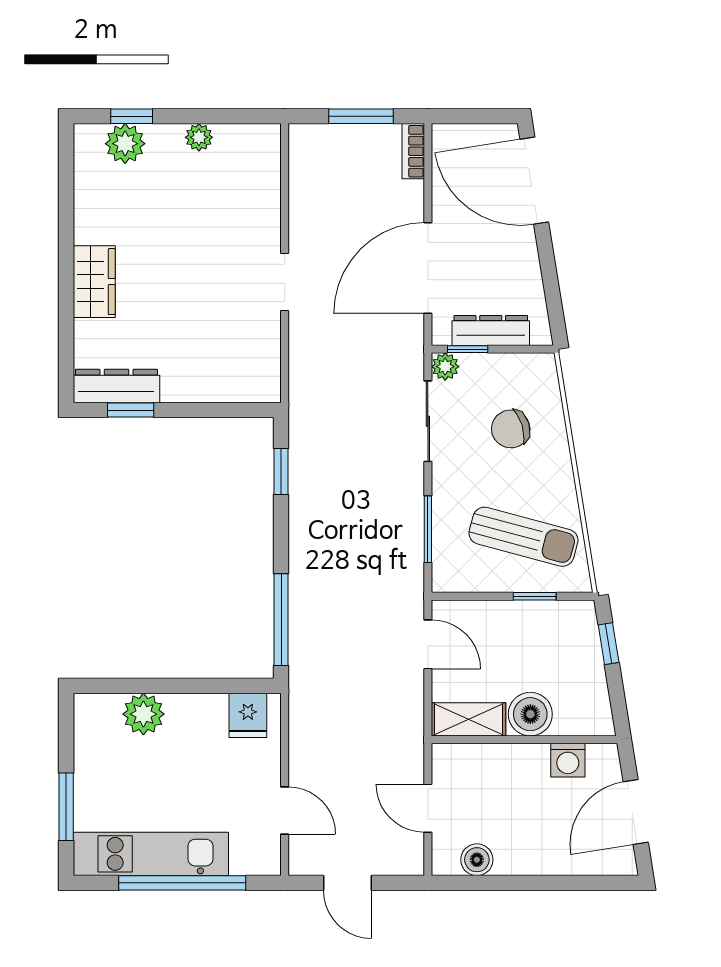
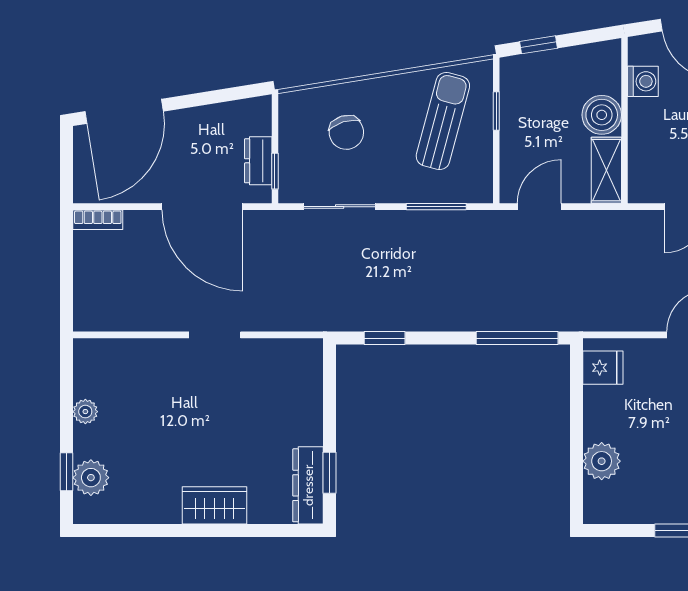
window: (361, 116) -> (67, 266), removed
dresser: (491, 330) -> (258, 161), width x0.70
plant: (445, 367) -> (291, 191), removed

